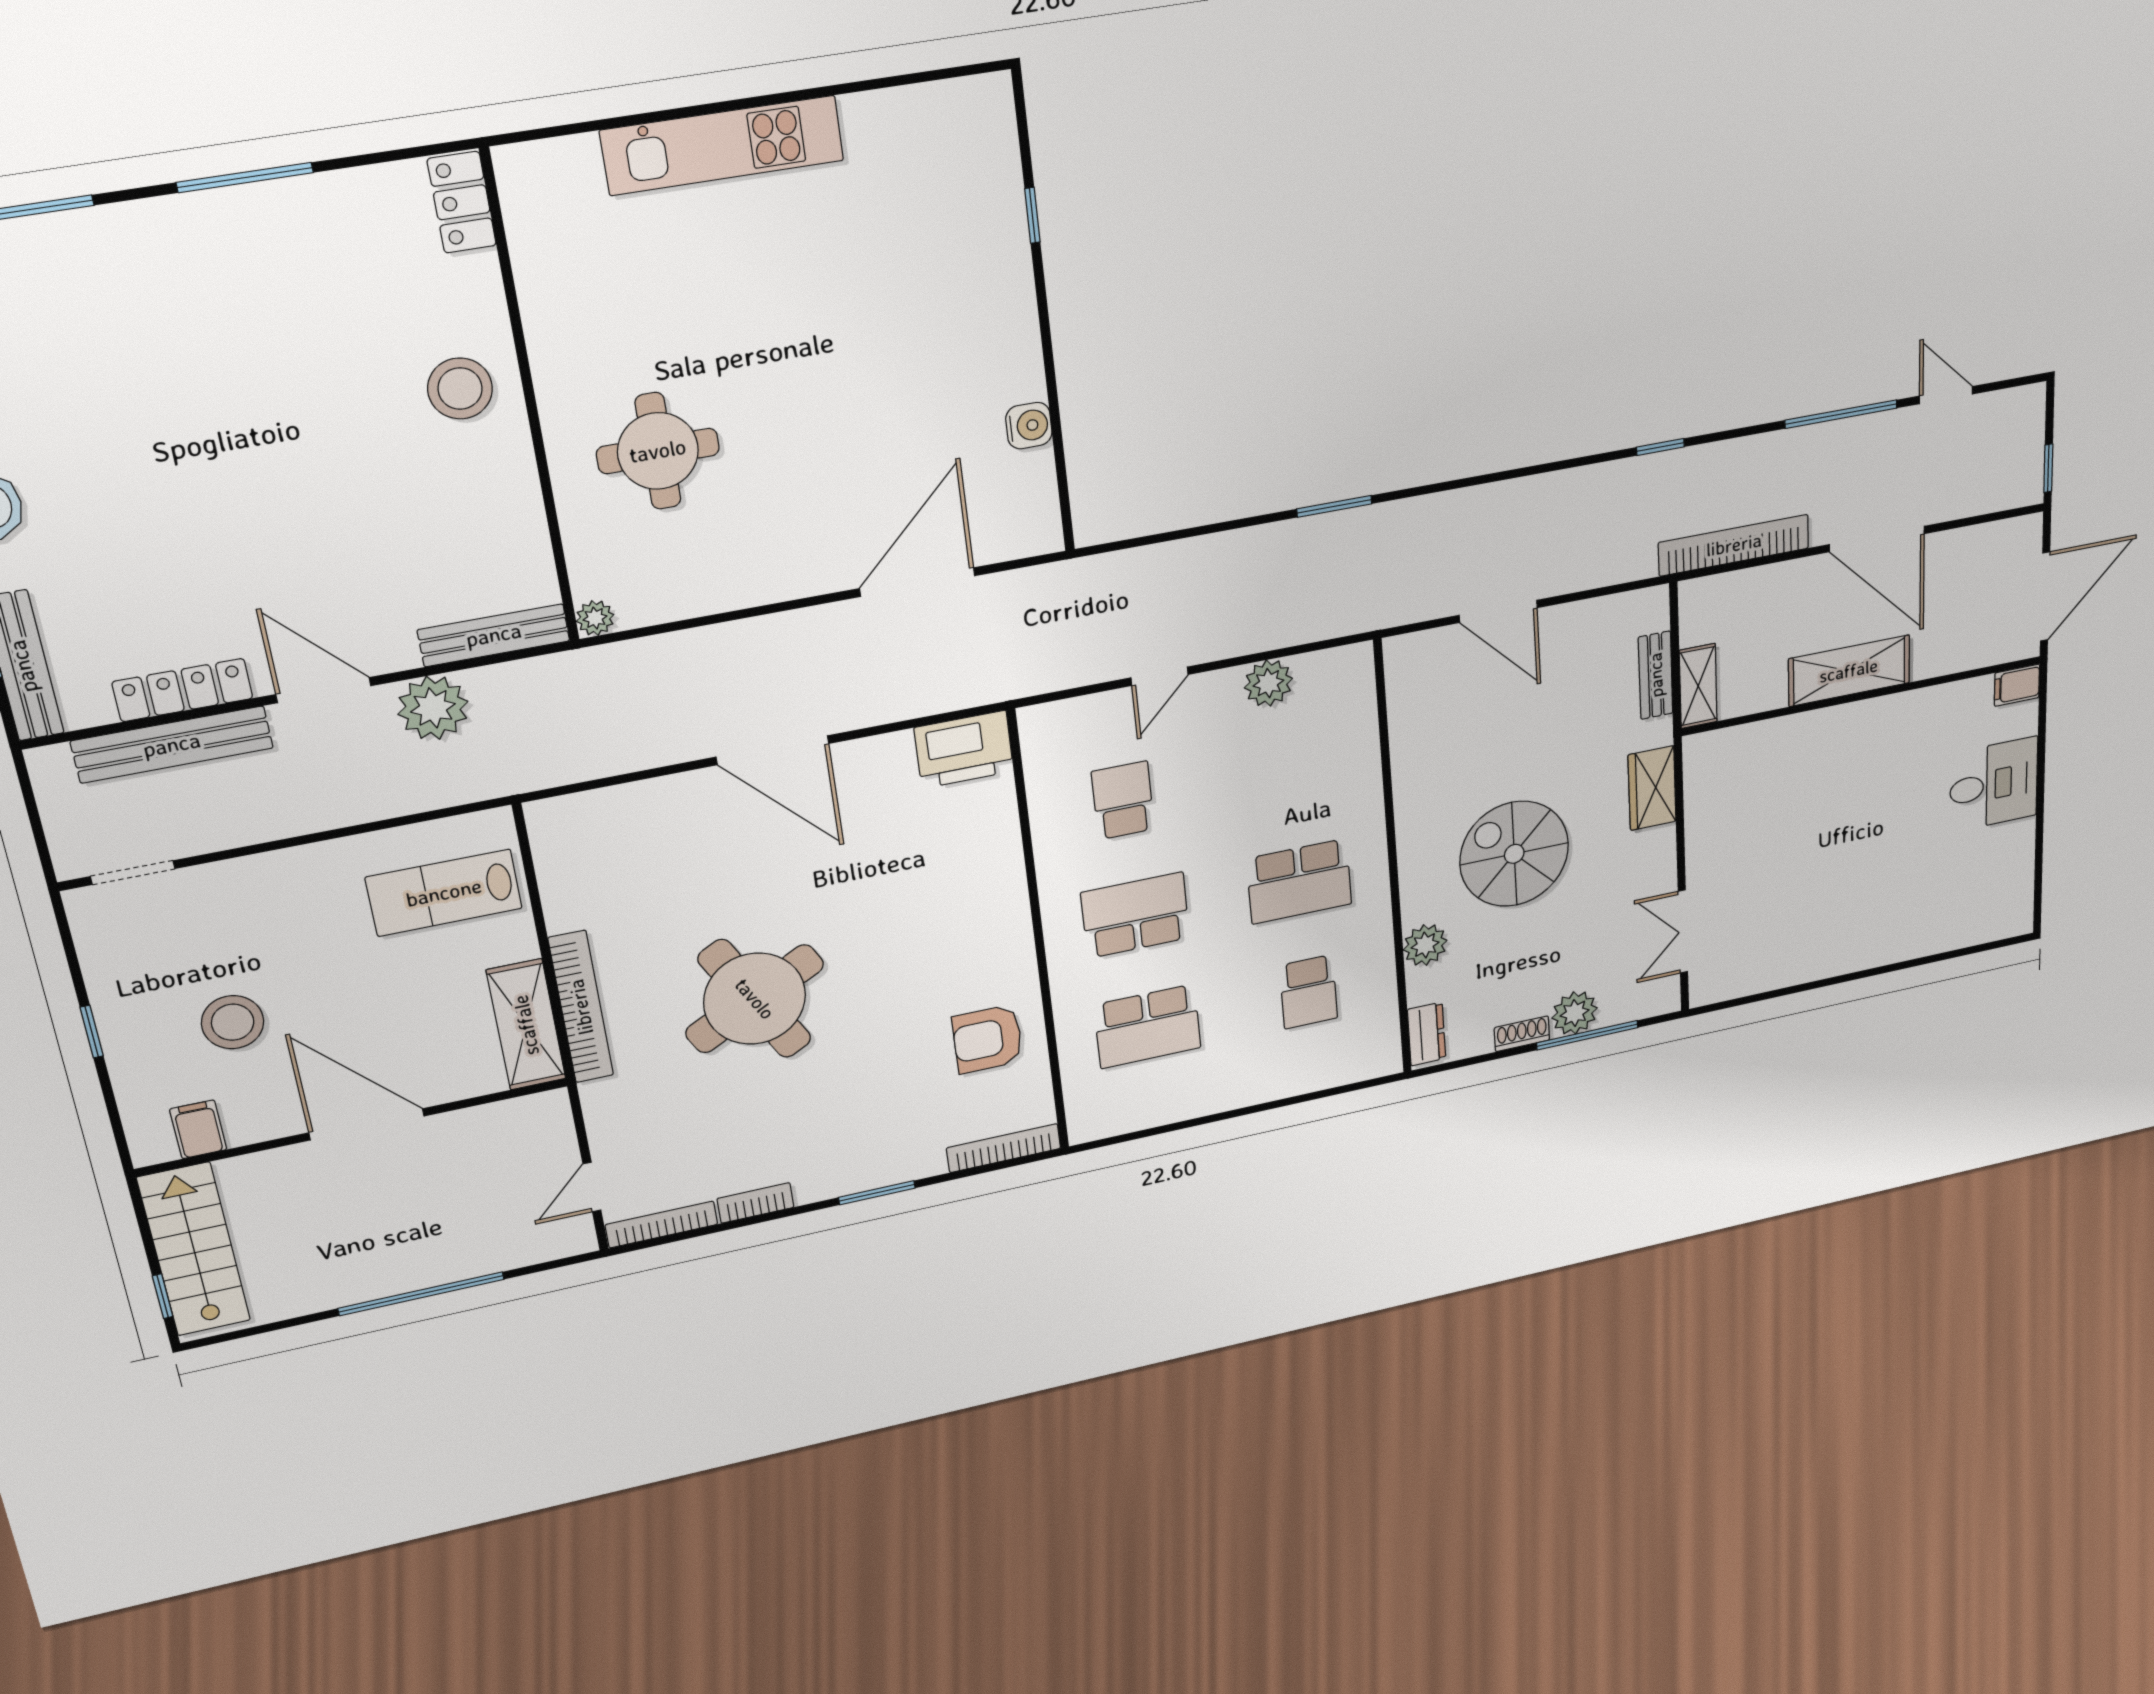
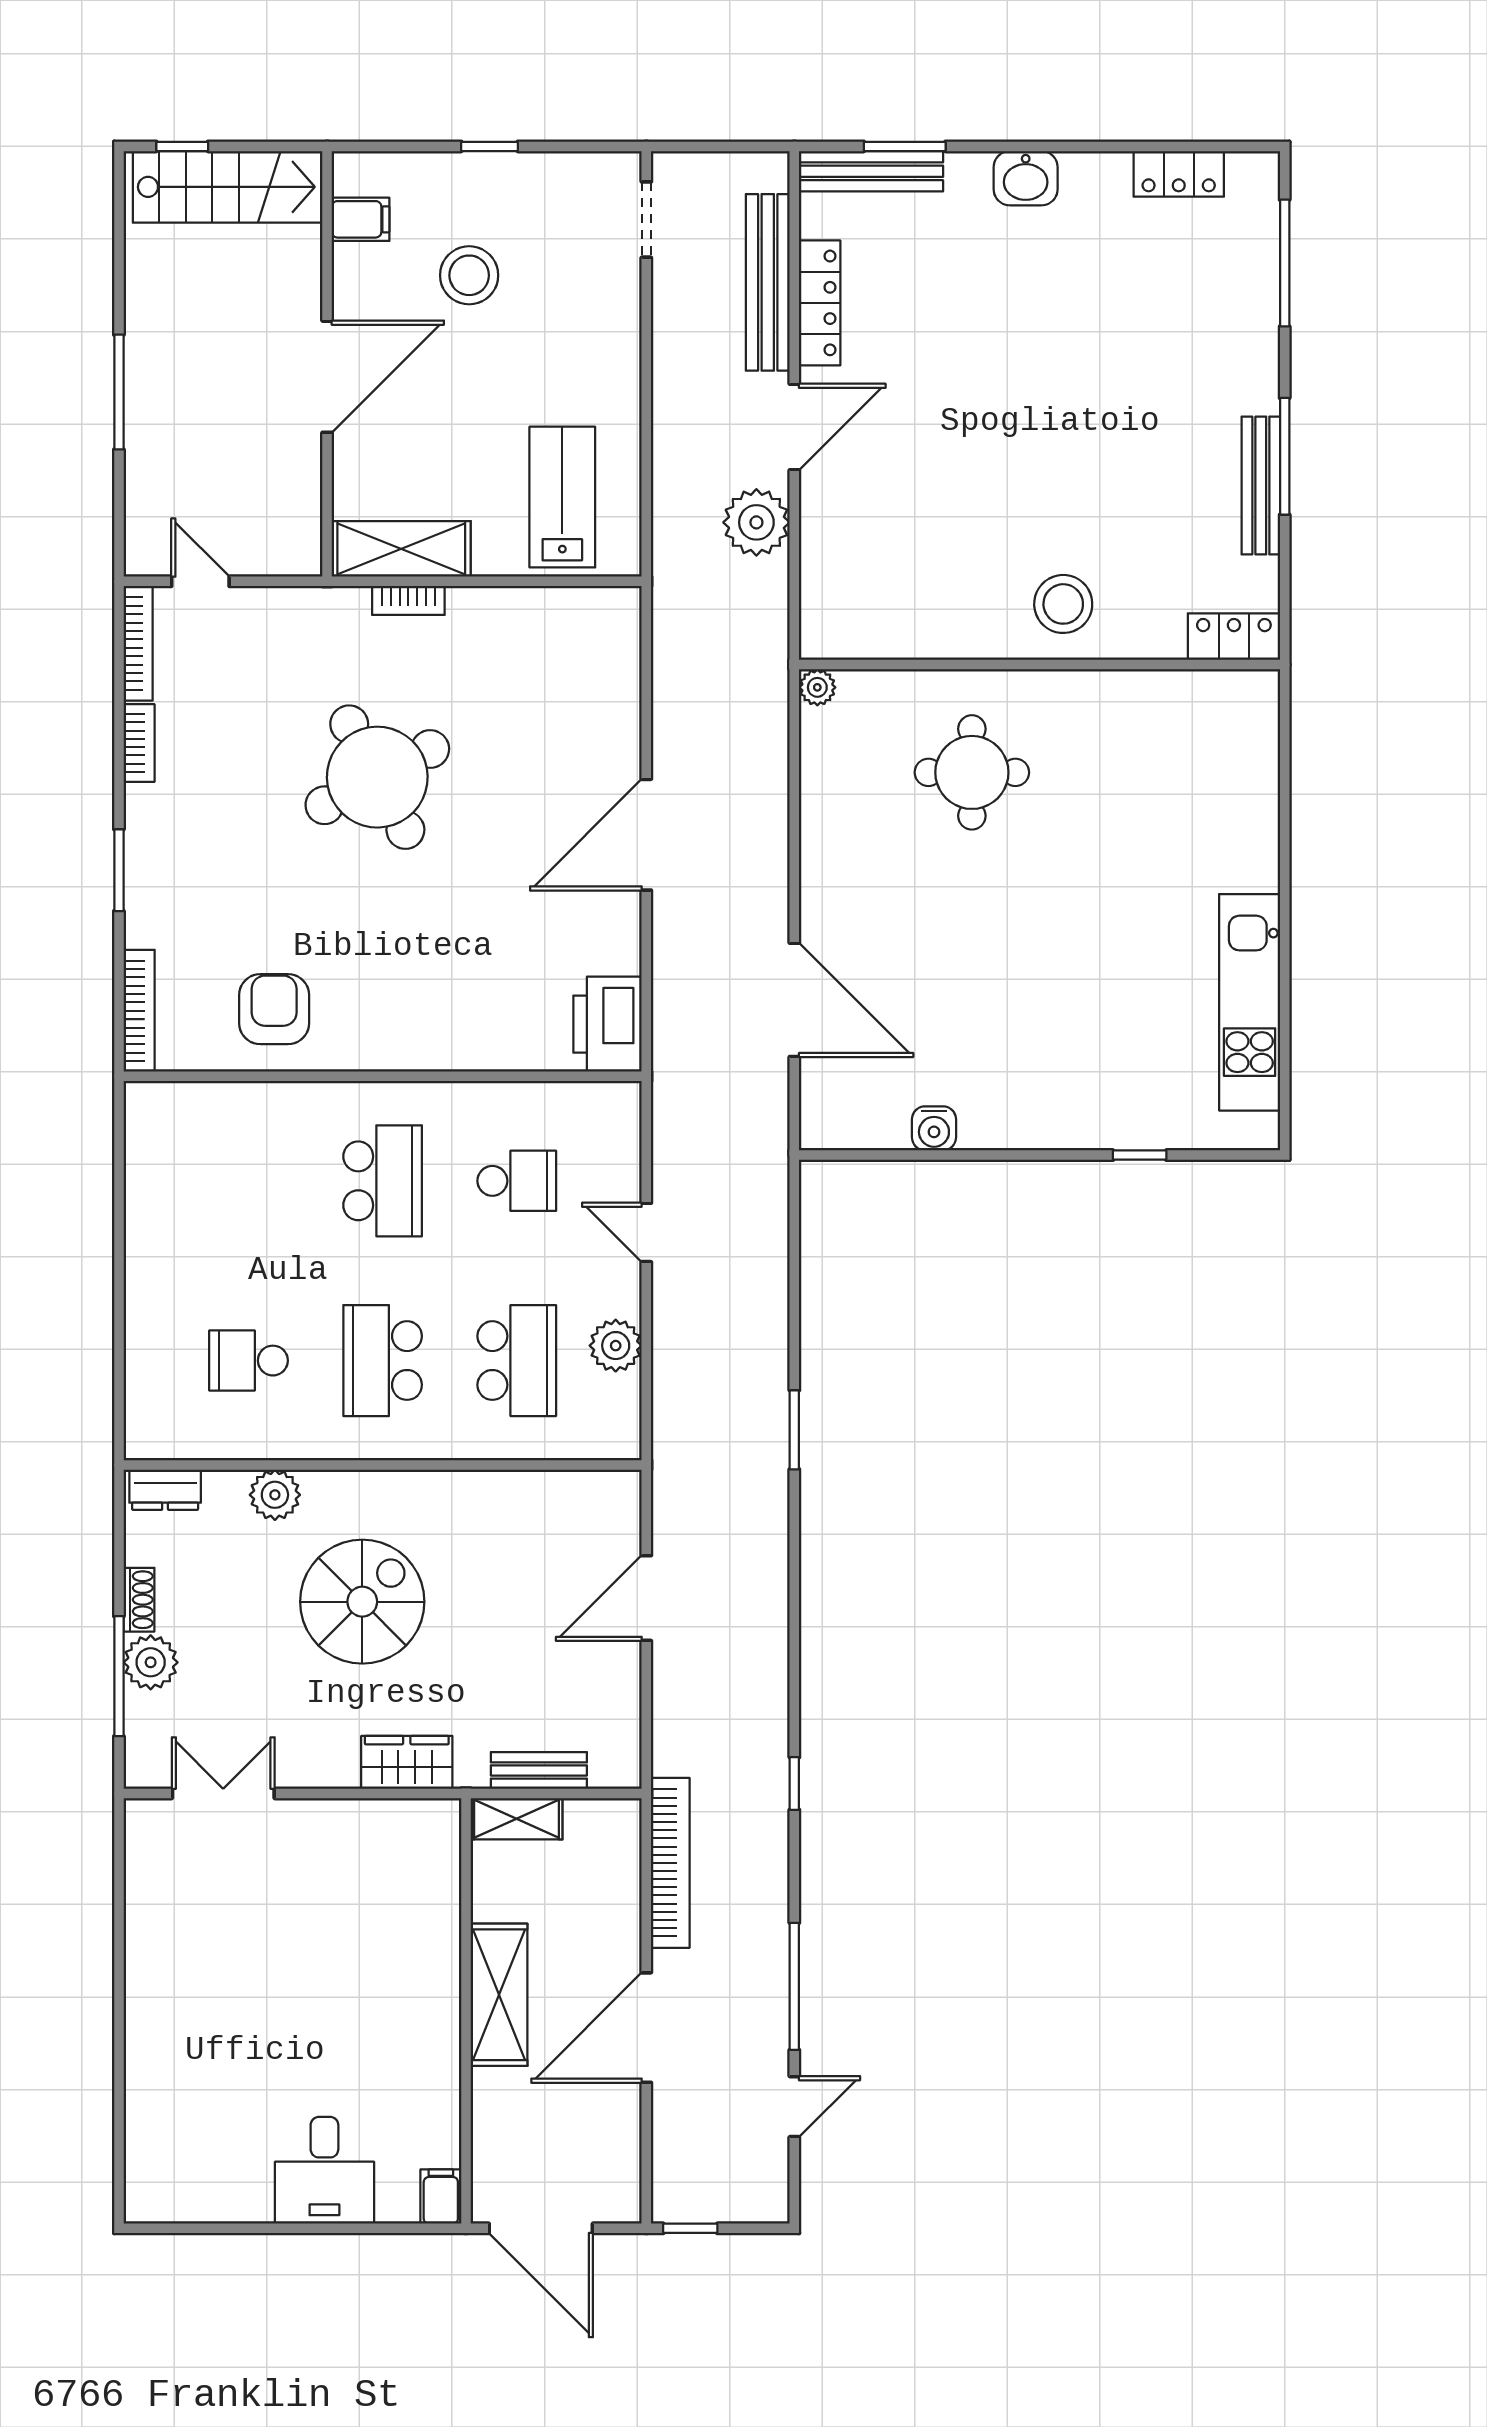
kitchen unit: (722, 145) -> (1250, 1002), moved
bench: (494, 635) -> (1261, 486), moved
bookcase: (581, 1007) -> (408, 600), width x0.43, depth x0.76
school desk: (1148, 1026) -> (517, 1361), moved, turned 180
window: (421, 1294) -> (119, 392), width x0.68

